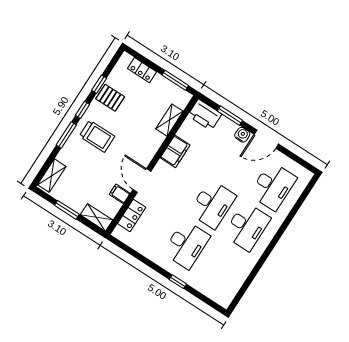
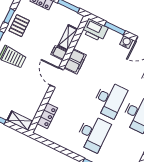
pallet: (110, 98) -> (19, 26), turned 90
door: (142, 181) -> (57, 78), moved
filing cabinet: (120, 194) -> (59, 53), moved

